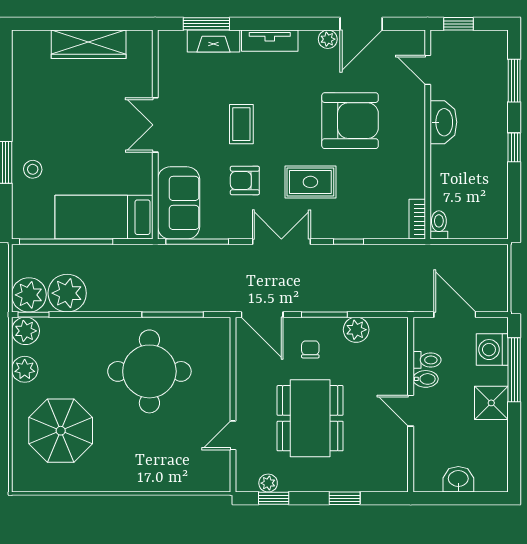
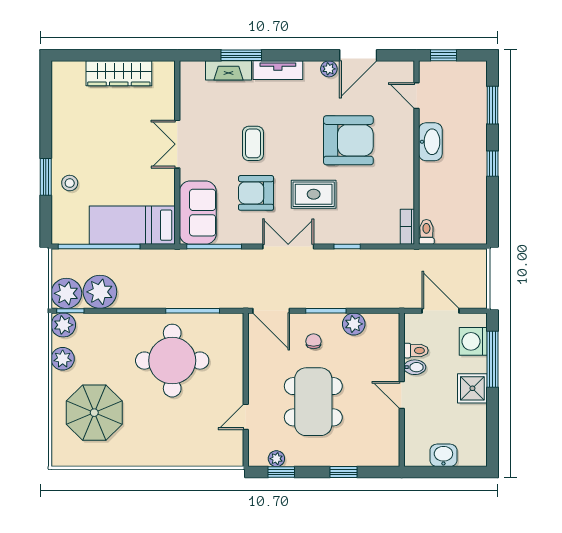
window: (206, 24) -> (241, 55), moved
armchair: (245, 181) -> (256, 193), width x1.38, depth x1.38

